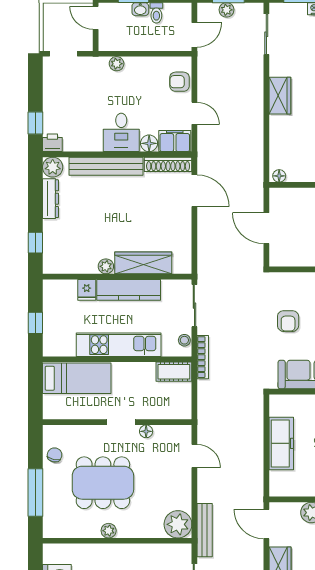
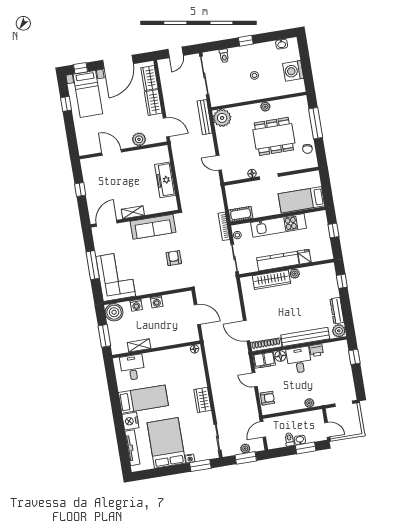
printer: (52, 143) -> (316, 350), moved

